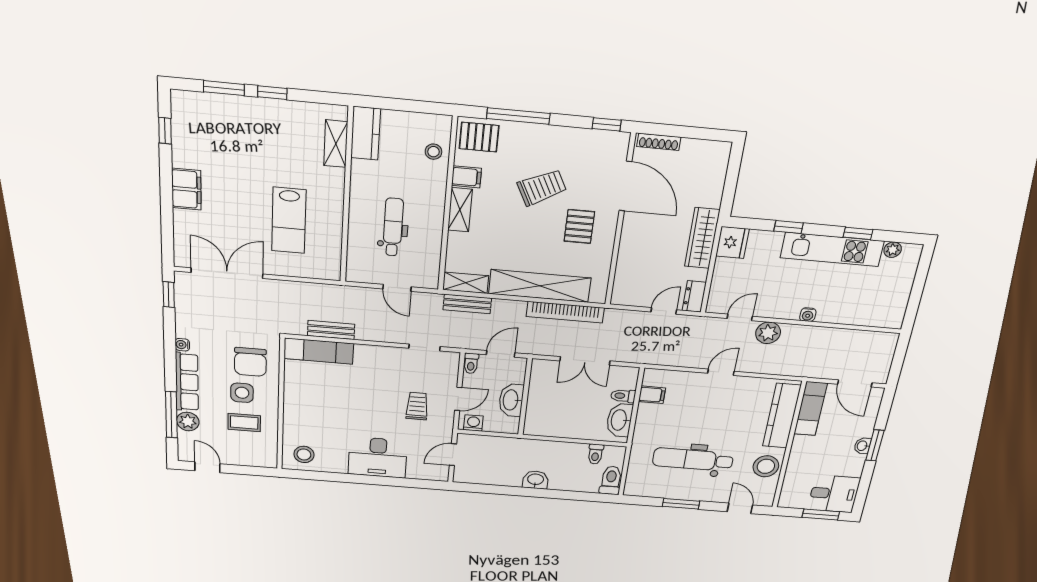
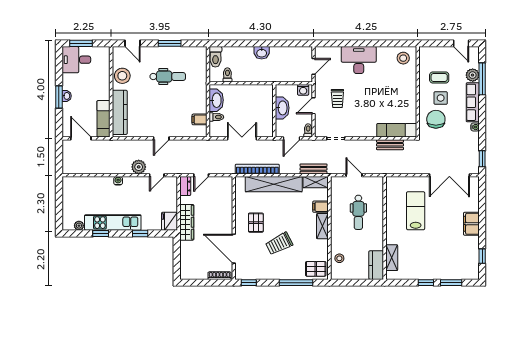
filing cabinet: (466, 177) -> (321, 207), moved
dental chair: (693, 459) -> (168, 77), width x0.73, depth x0.72

